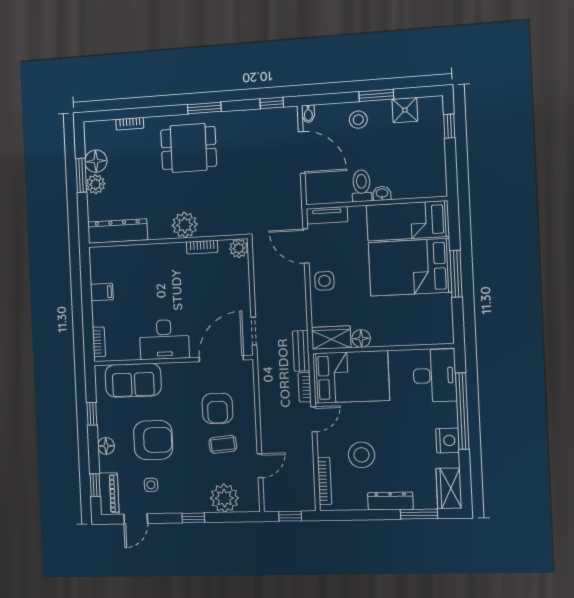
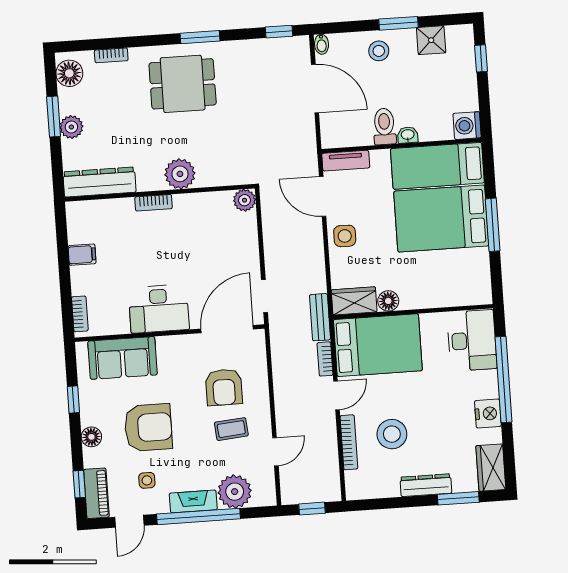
floor lamp: (96, 161) -> (69, 73), moved
washing machine: (435, 186) -> (467, 126), added
bookcase: (202, 247) -> (154, 203), moved
bookcase: (325, 481) -> (349, 442), moved
fireplace: (189, 505) -> (193, 501), added
window: (193, 518) -> (198, 516), width x3.17

